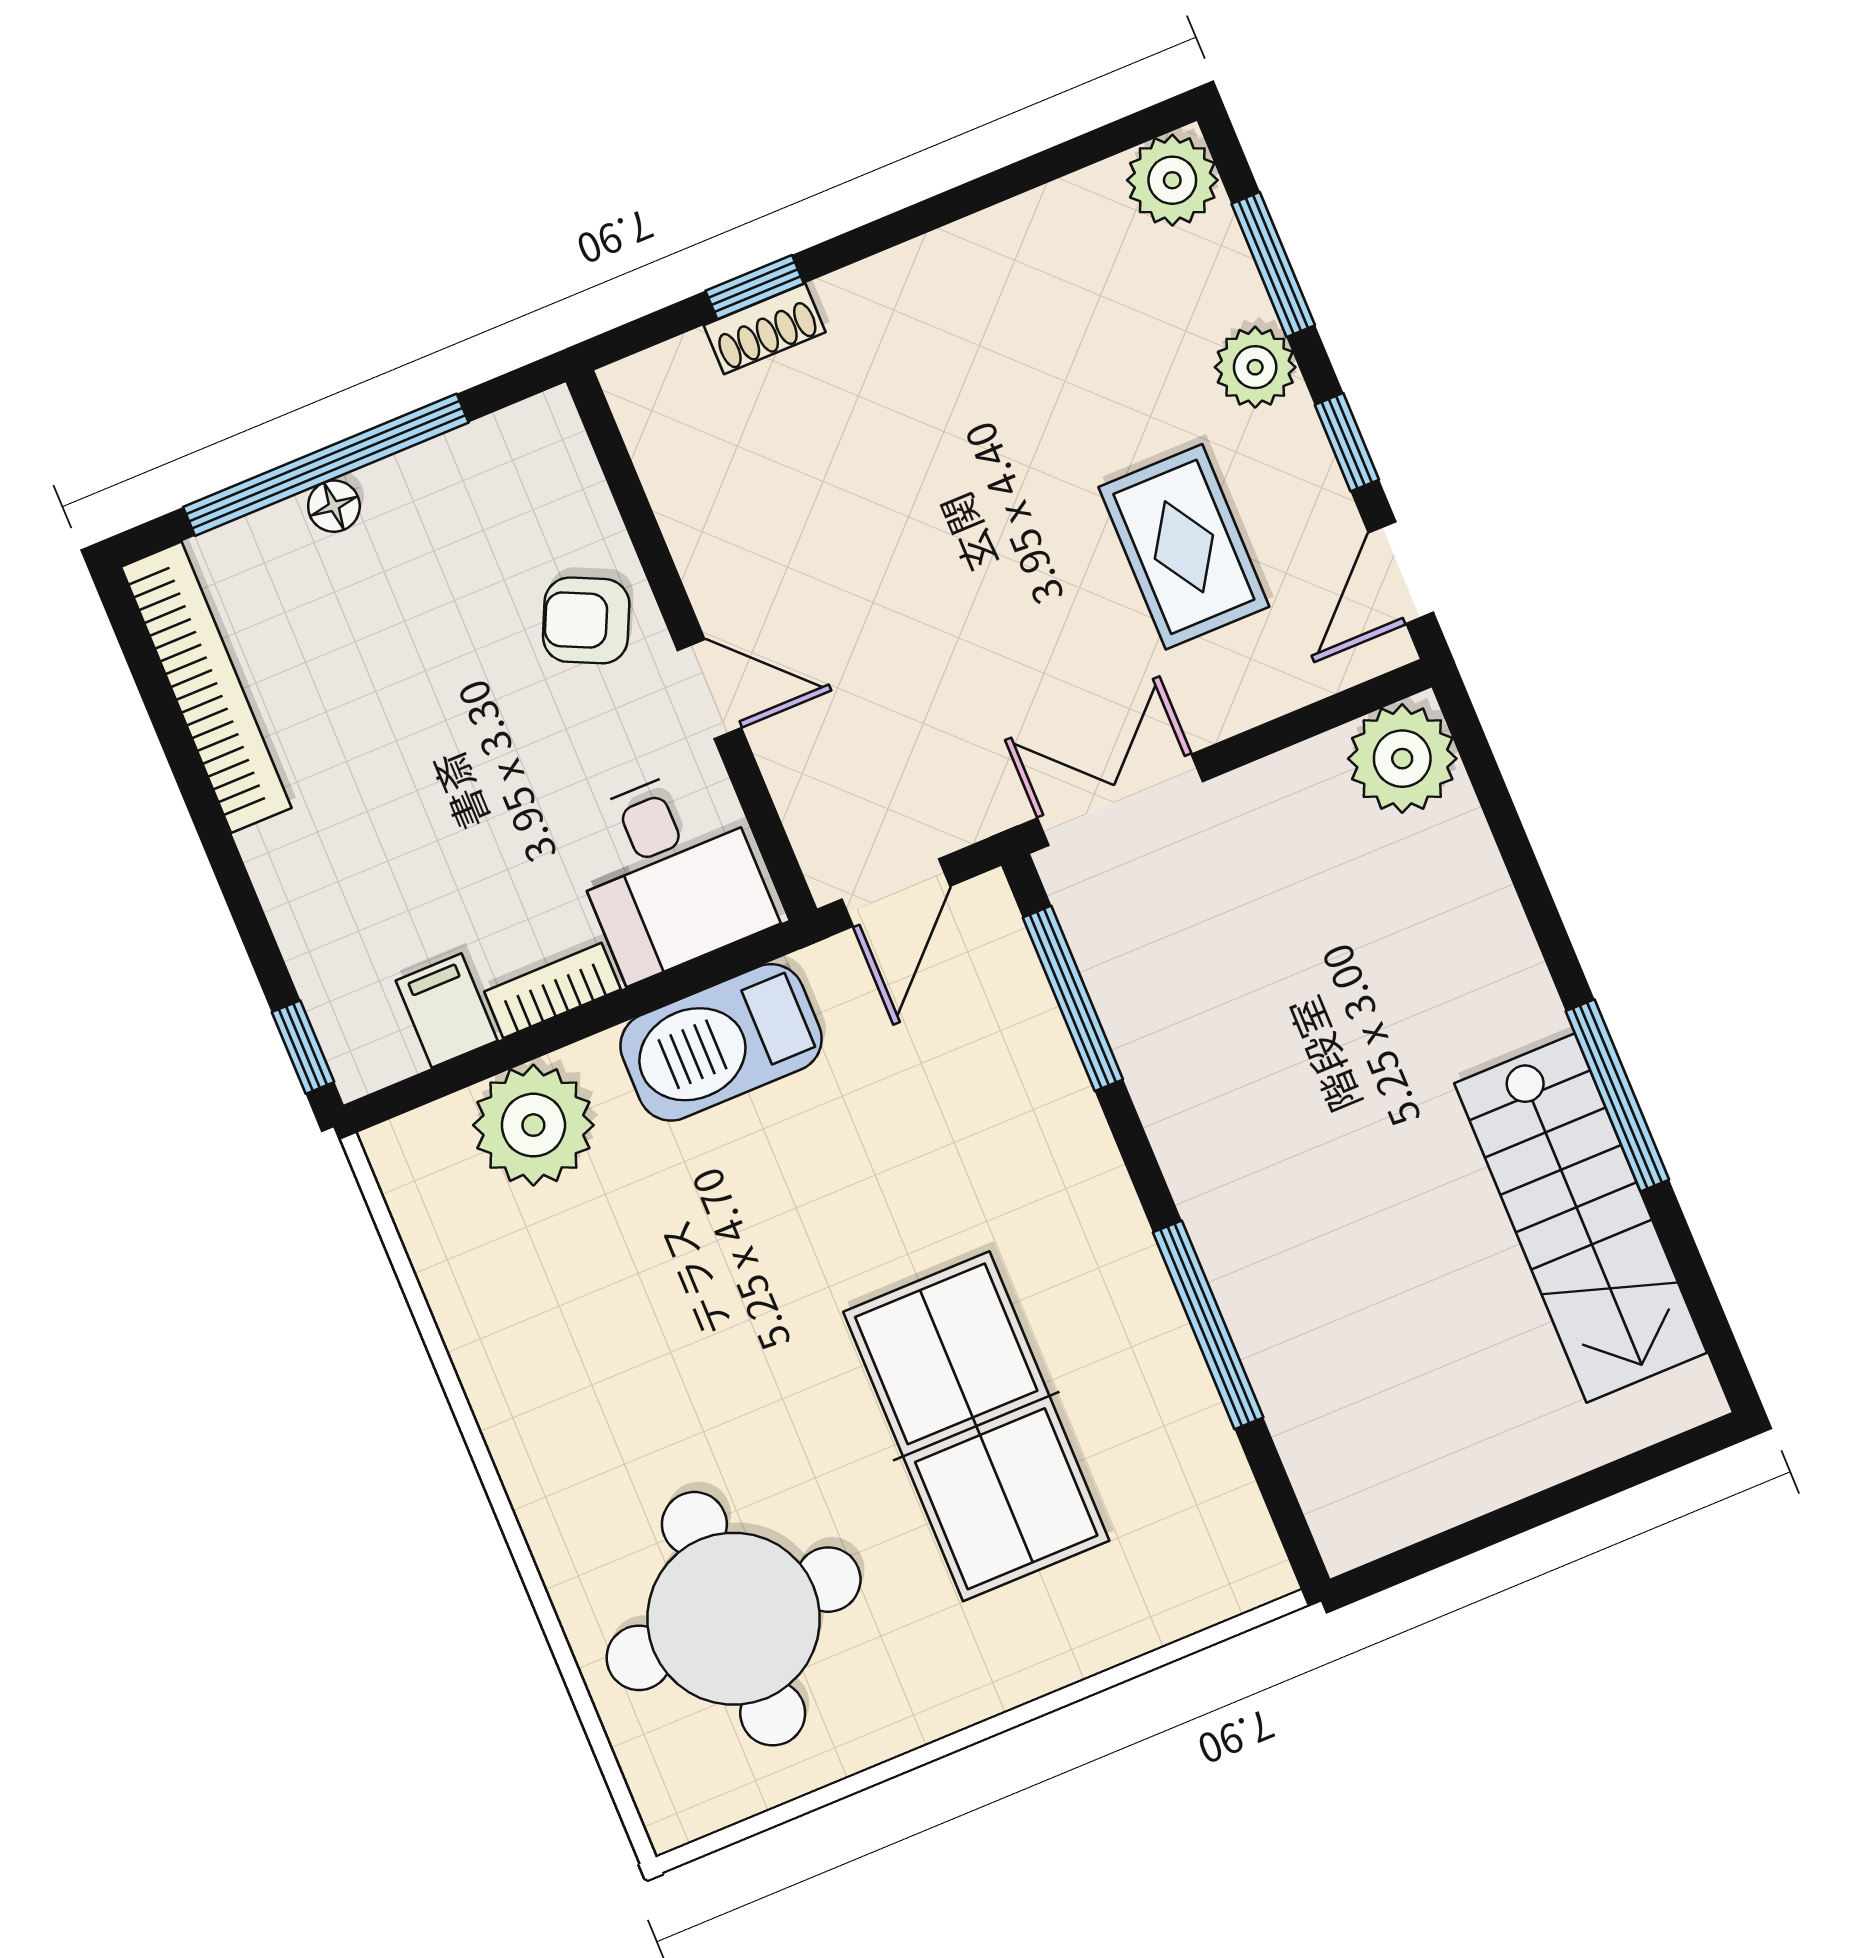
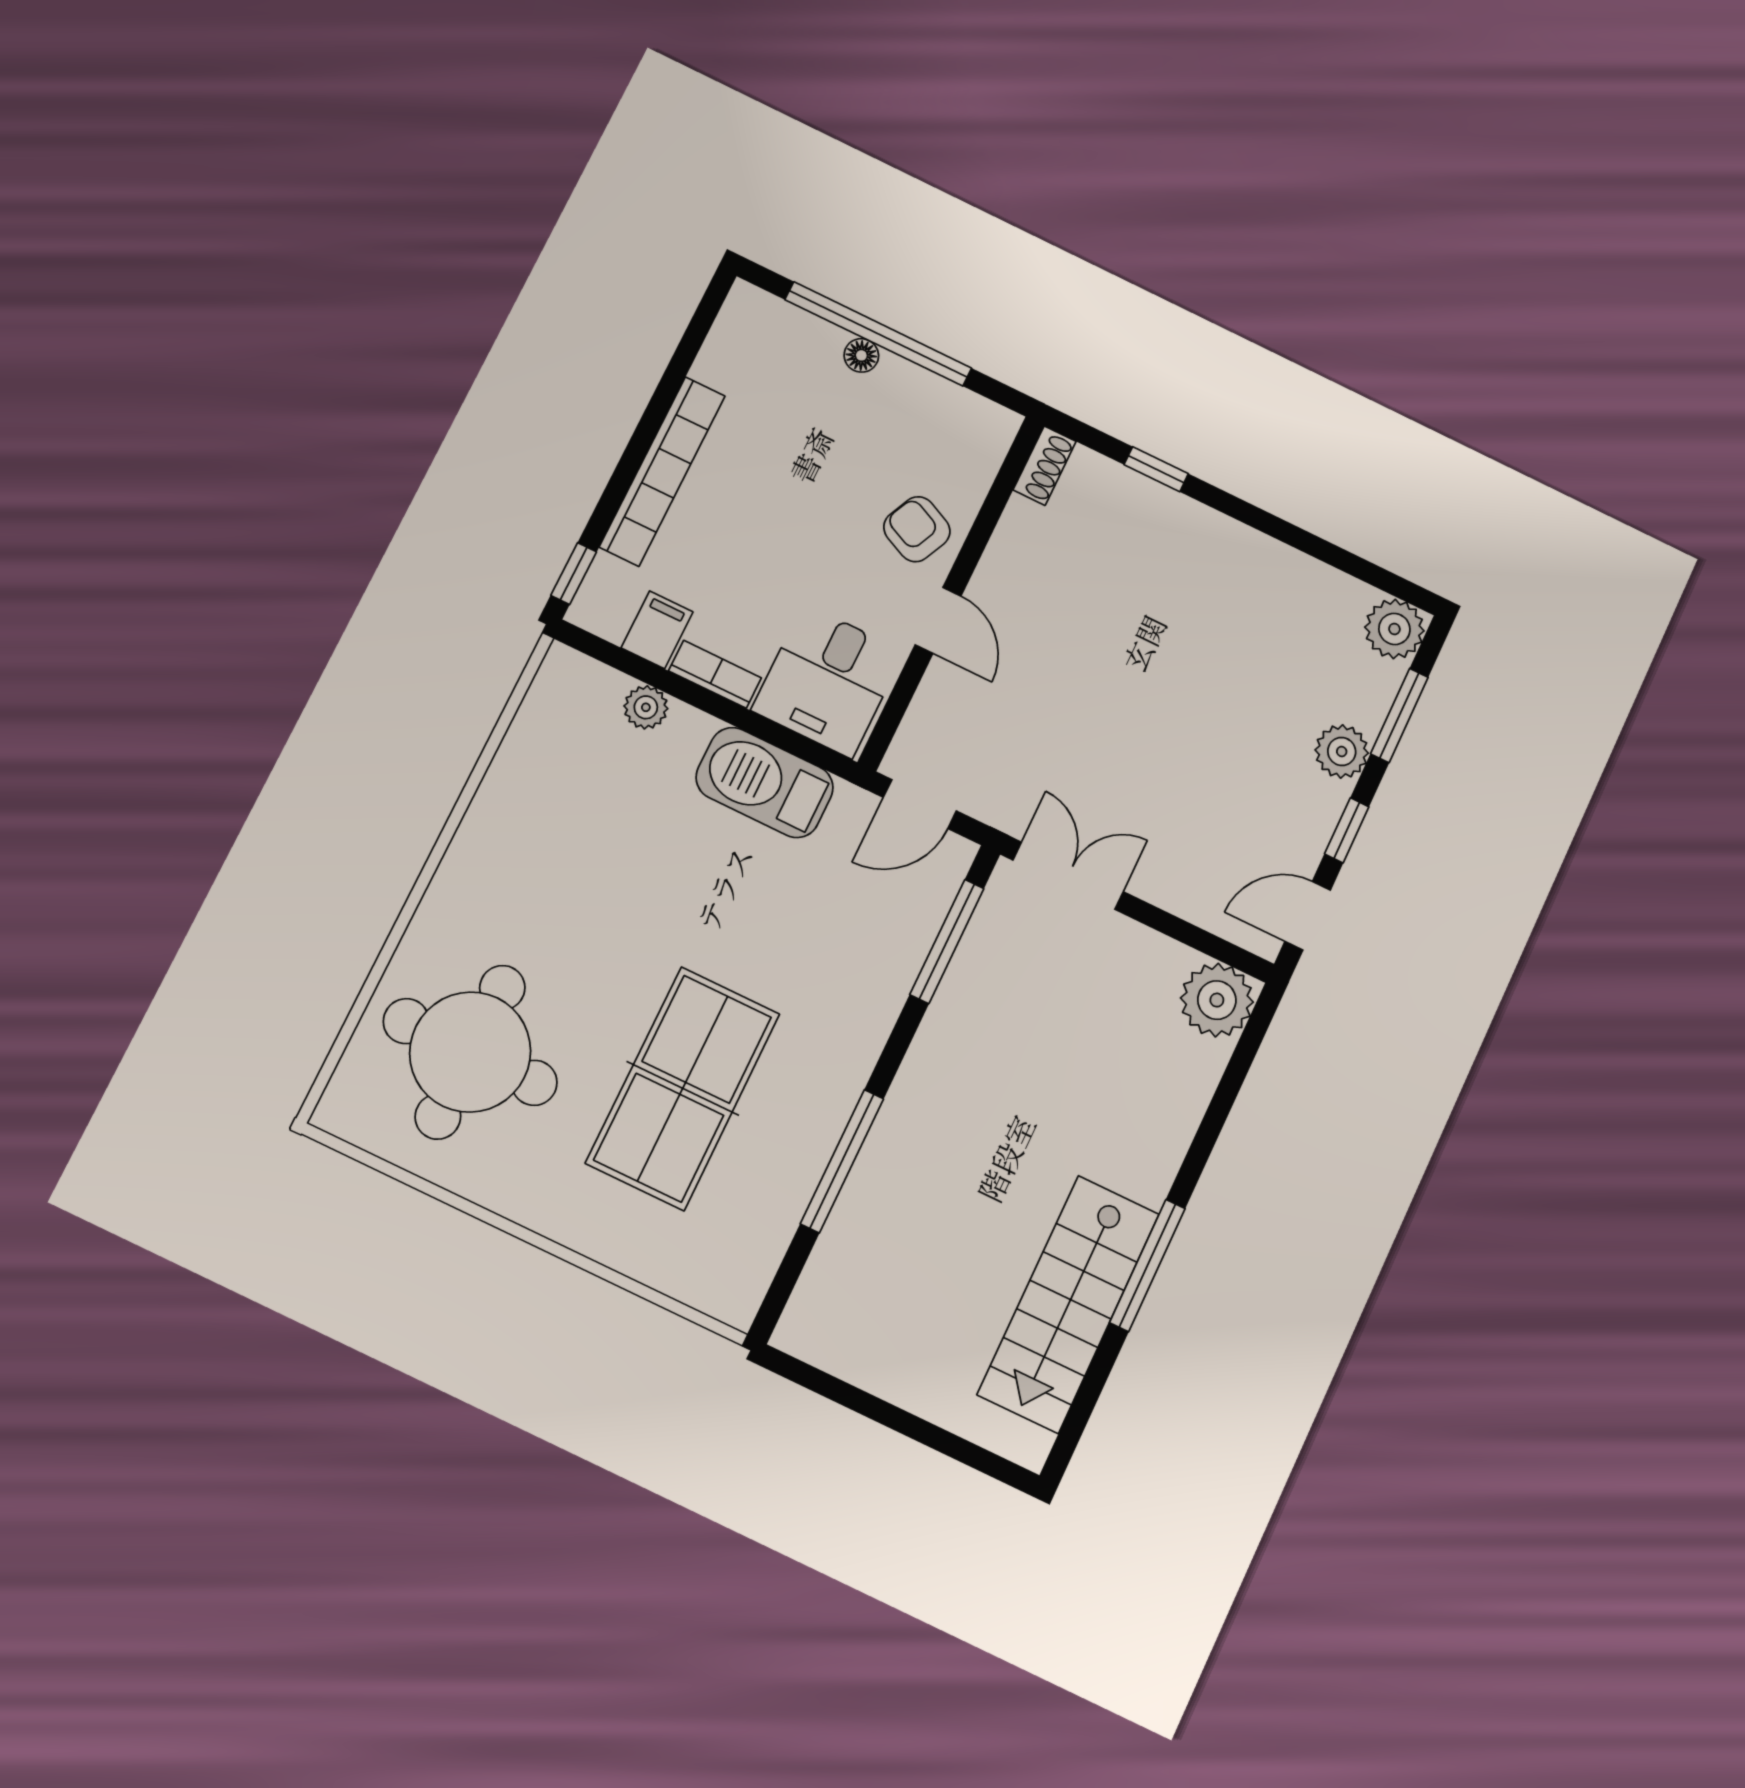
shoe rack: (765, 329) -> (1045, 466), moved, turned -90
rug: (1184, 547) -> (1222, 795), removed
bookcase: (206, 687) -> (662, 471), moved
plant: (533, 1125) -> (646, 707), width x0.53, depth x0.53

